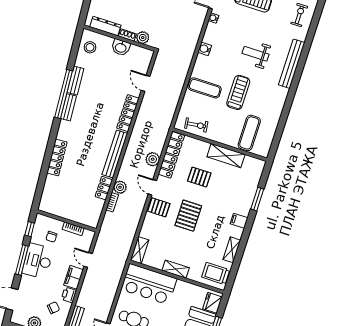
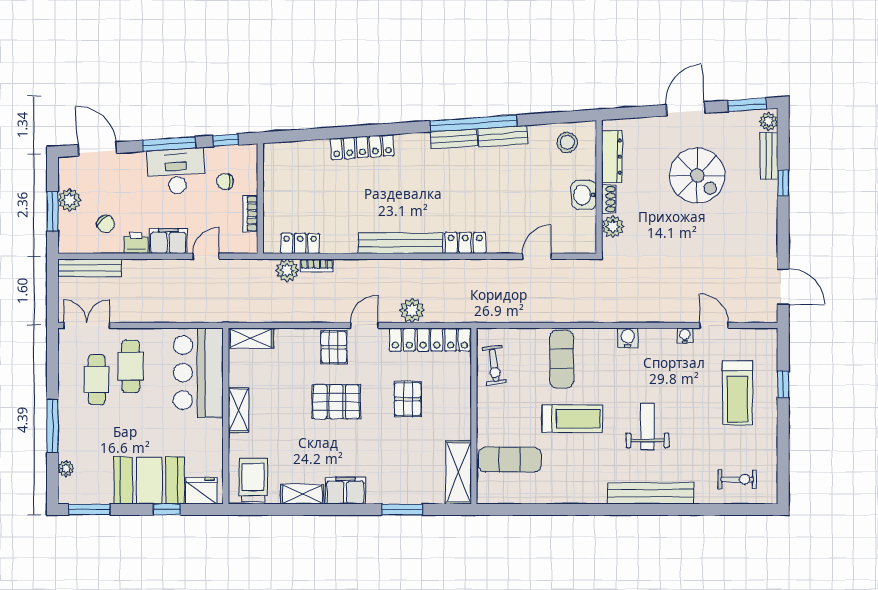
locker: (128, 113) -> (465, 243), width x0.66
shelving: (226, 156) -> (459, 472), moved
plant: (120, 187) -> (287, 270), moved
locker: (104, 188) -> (300, 243), moved
filing cabinet: (239, 221) -> (345, 491), width x2.00

